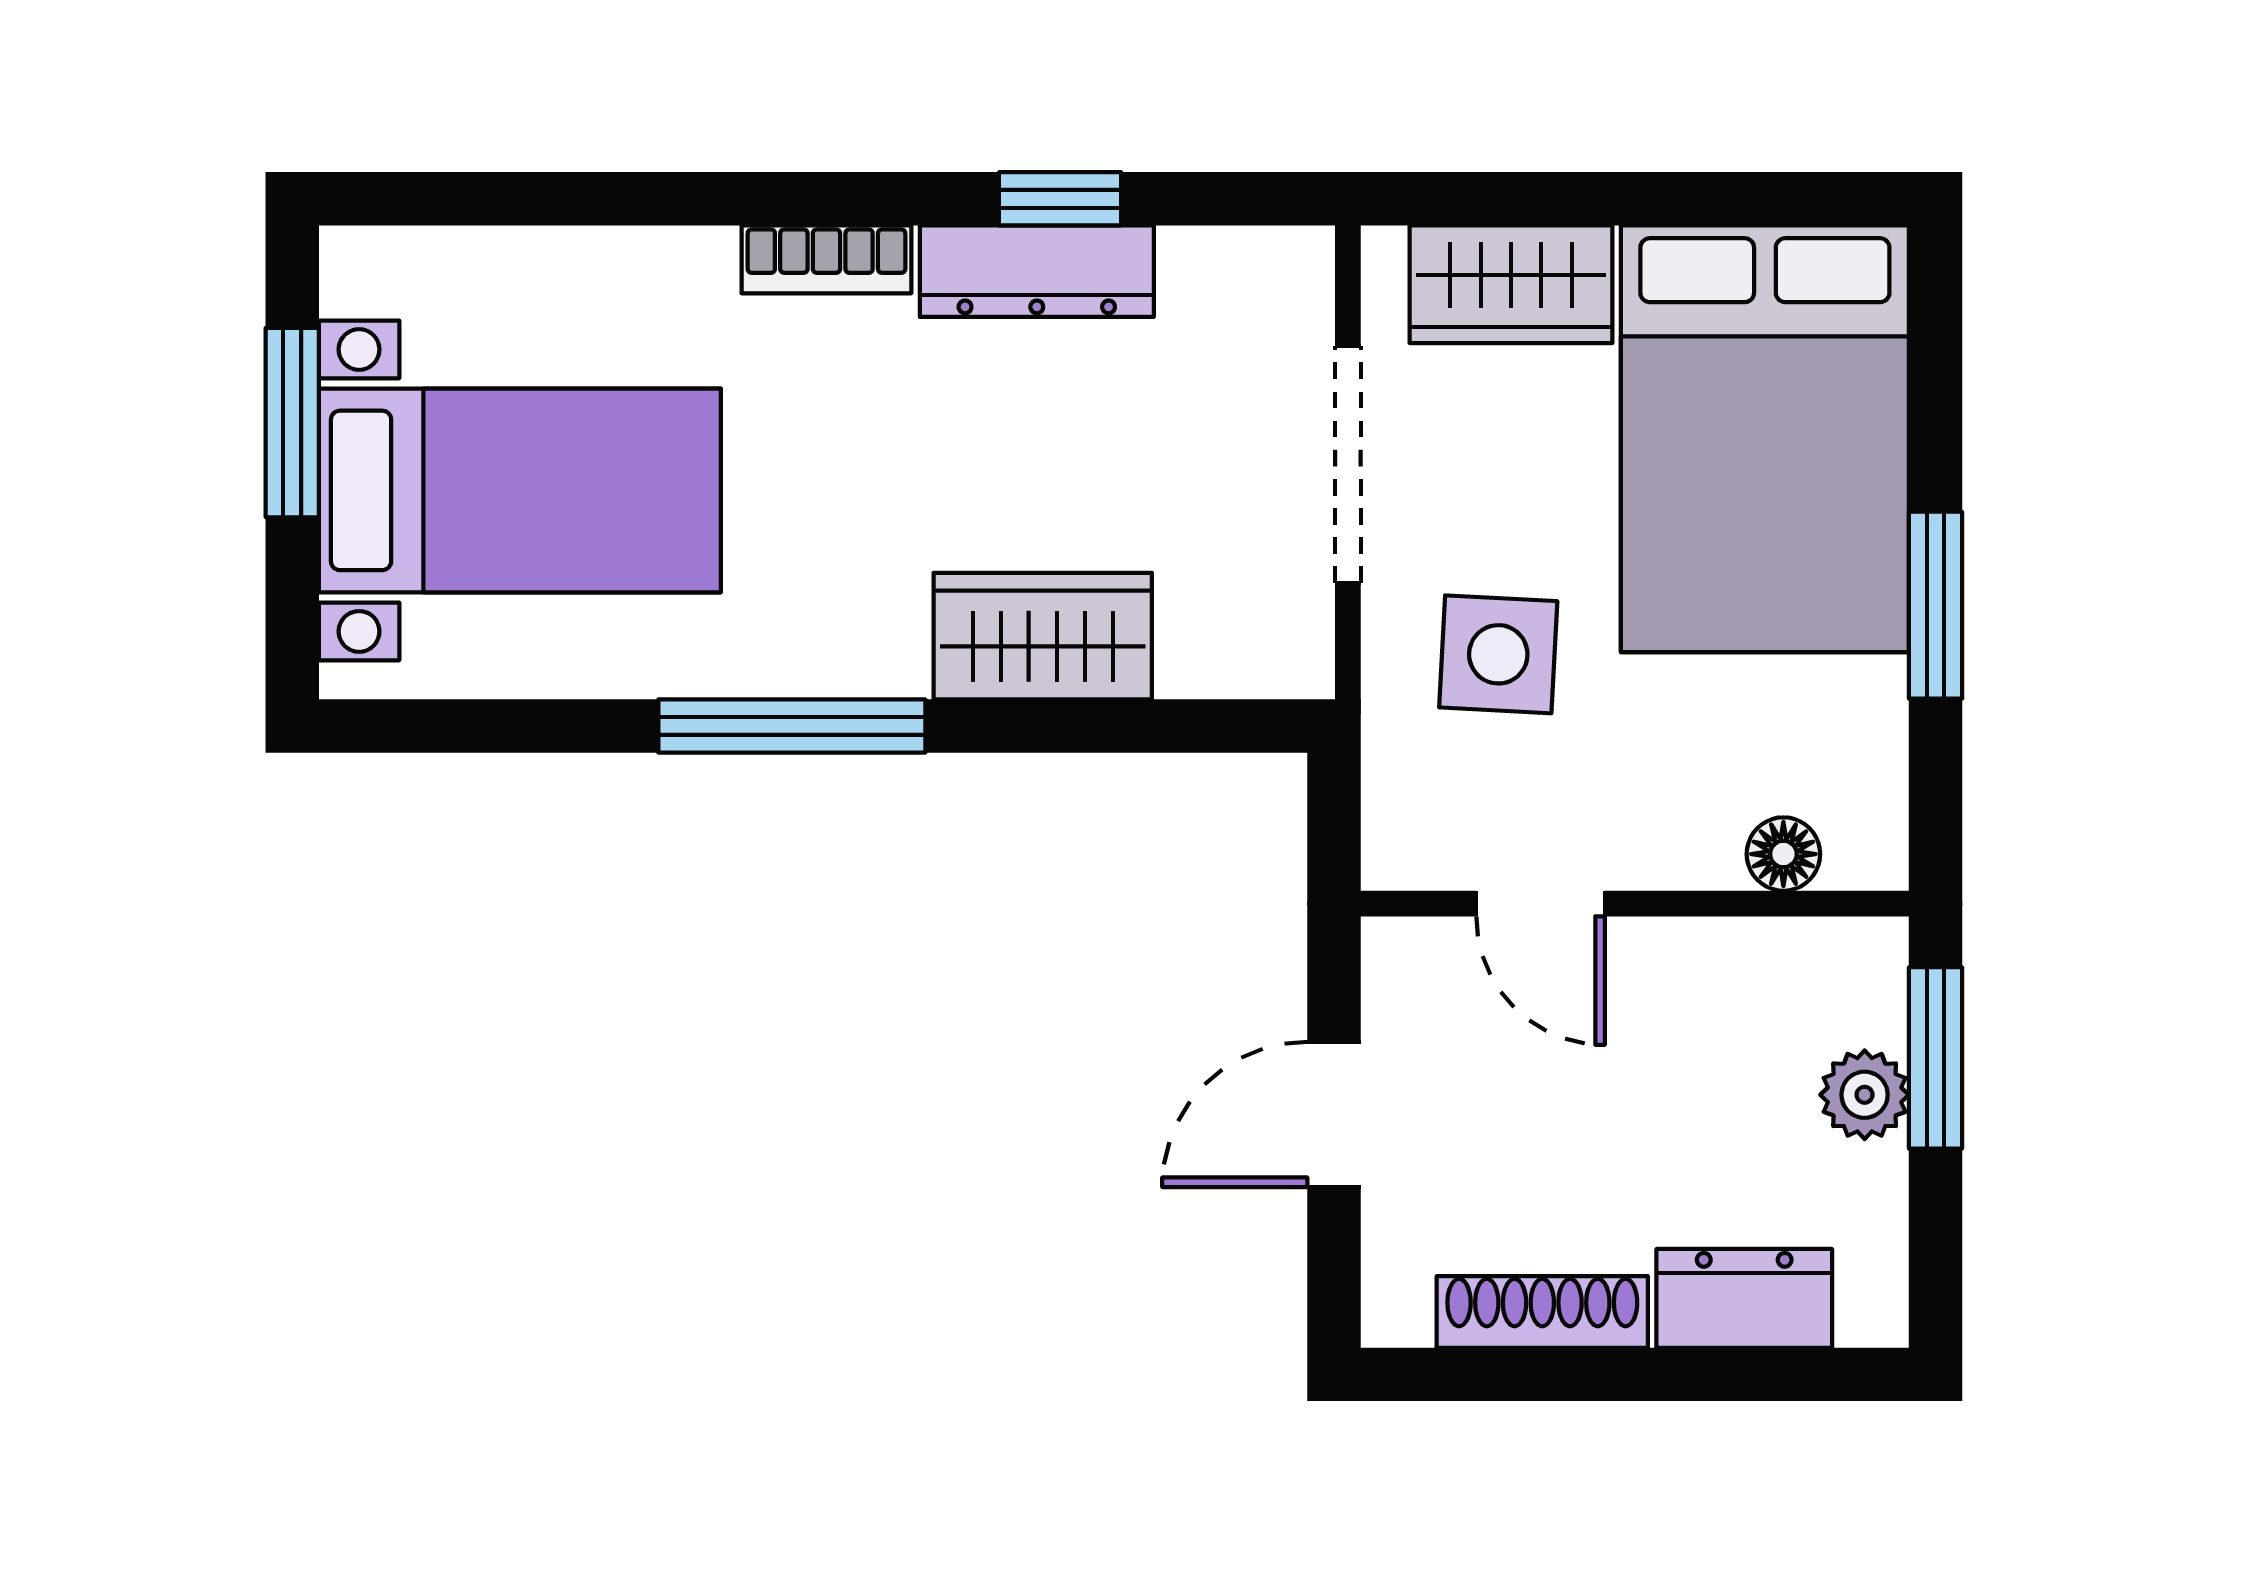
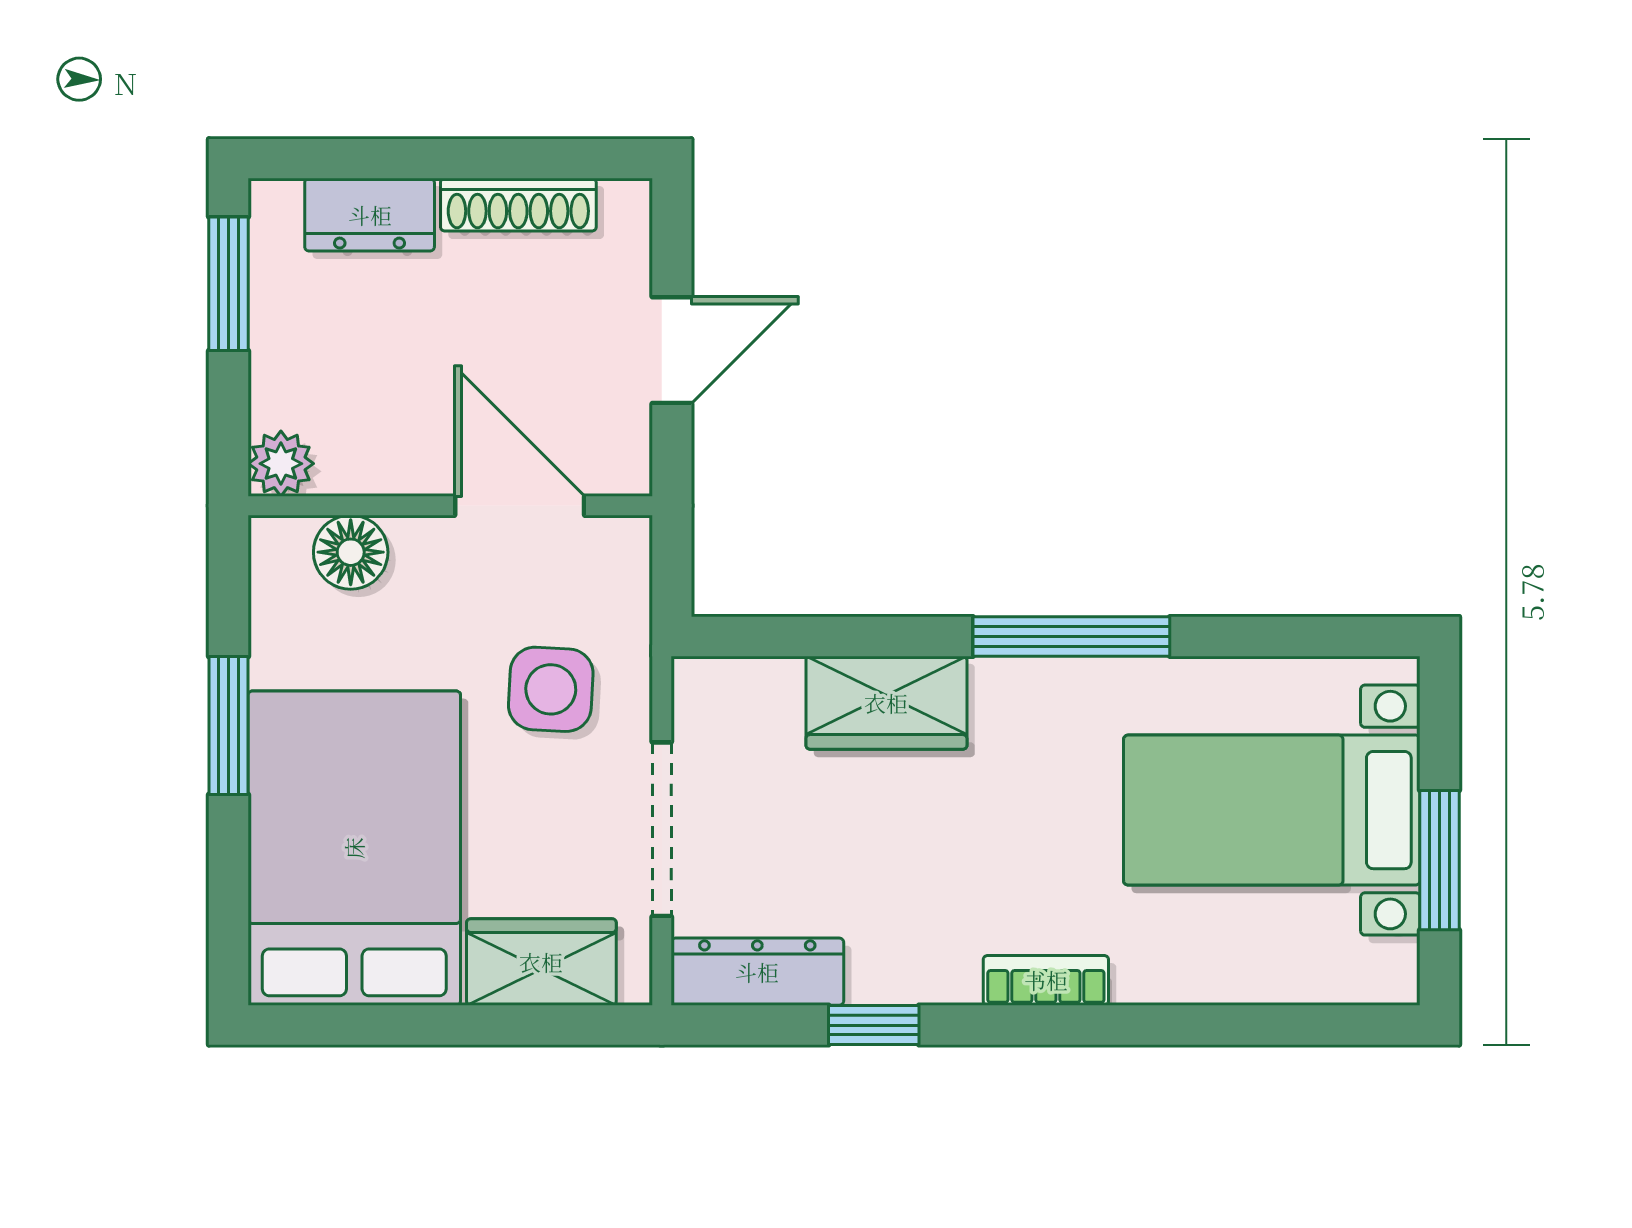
dresser: (1037, 271) -> (757, 972), moved
floor lamp: (1783, 854) -> (351, 552), width x1.37, depth x1.37
door: (1541, 904) -> (520, 506), width x1.38
window: (1936, 1058) -> (229, 284), moved
plant: (1865, 1095) -> (281, 464), moved

